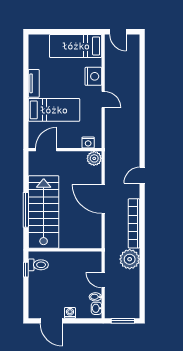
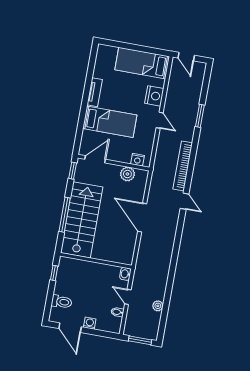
window: (142, 88) -> (200, 116), added
plant: (94, 158) -> (127, 174), moved
window: (26, 165) -> (73, 171), added
door: (142, 175) -> (185, 201), swing flipped
bookcase: (134, 223) -> (183, 166), moved
plant: (130, 259) -> (158, 306), moved, width x0.53, depth x0.53
toilet: (38, 265) -> (62, 302), moved
washbasin: (96, 308) -> (125, 274), moved

